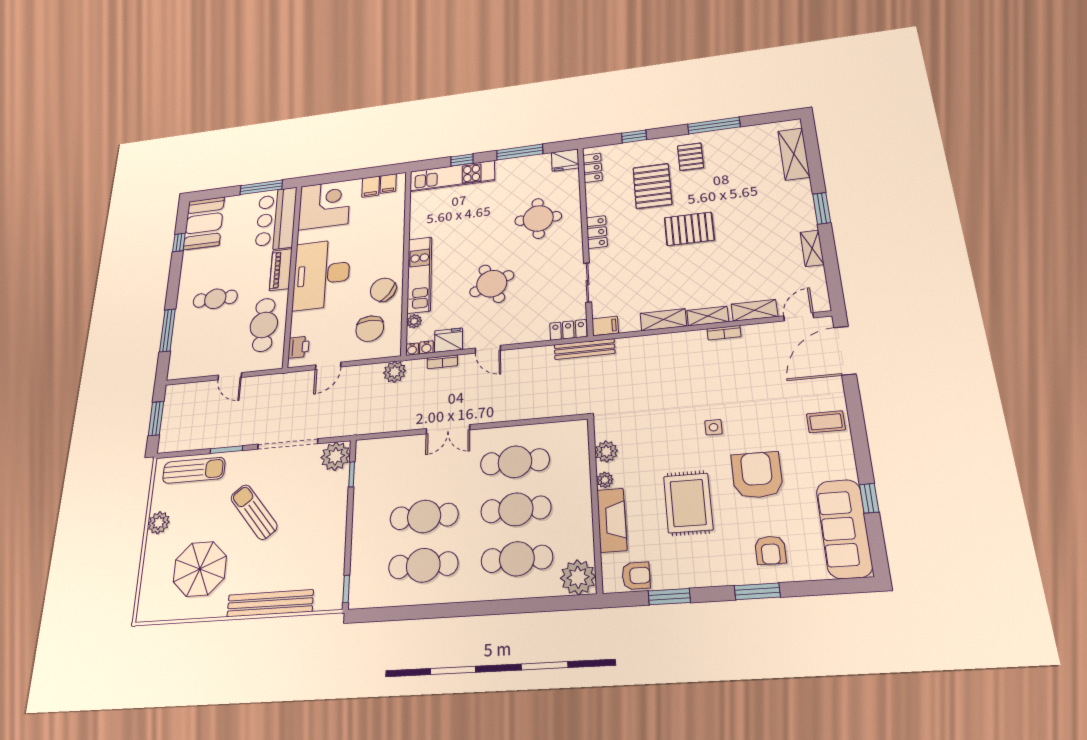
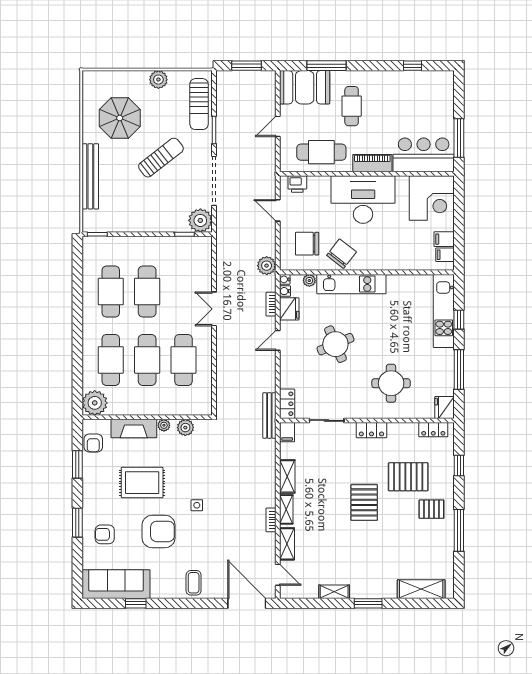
booth: (204, 223) -> (305, 87), moved

